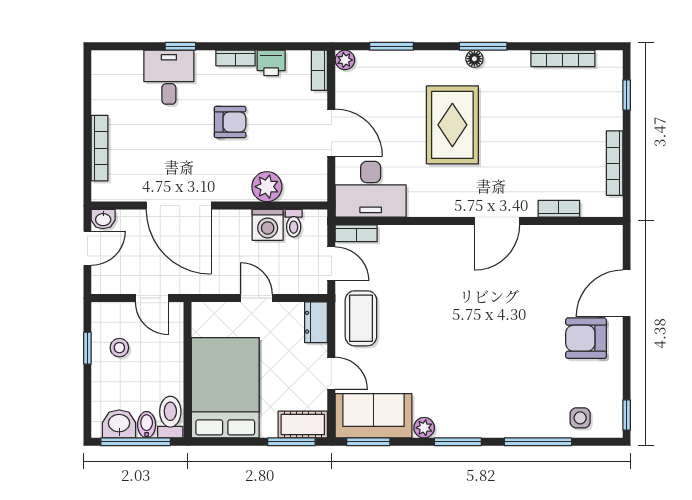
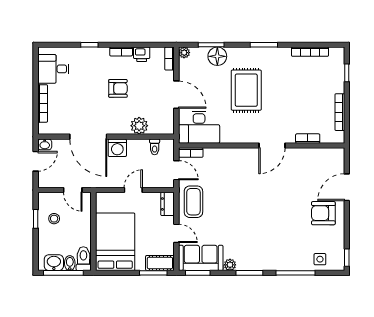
floor lamp: (474, 59) -> (217, 56), moved, width x1.89, depth x1.89
desk: (169, 77) -> (53, 69), moved, turned -90
washing machine: (268, 225) -> (117, 148), moved
door: (256, 298) -> (133, 190), hinge flipped

